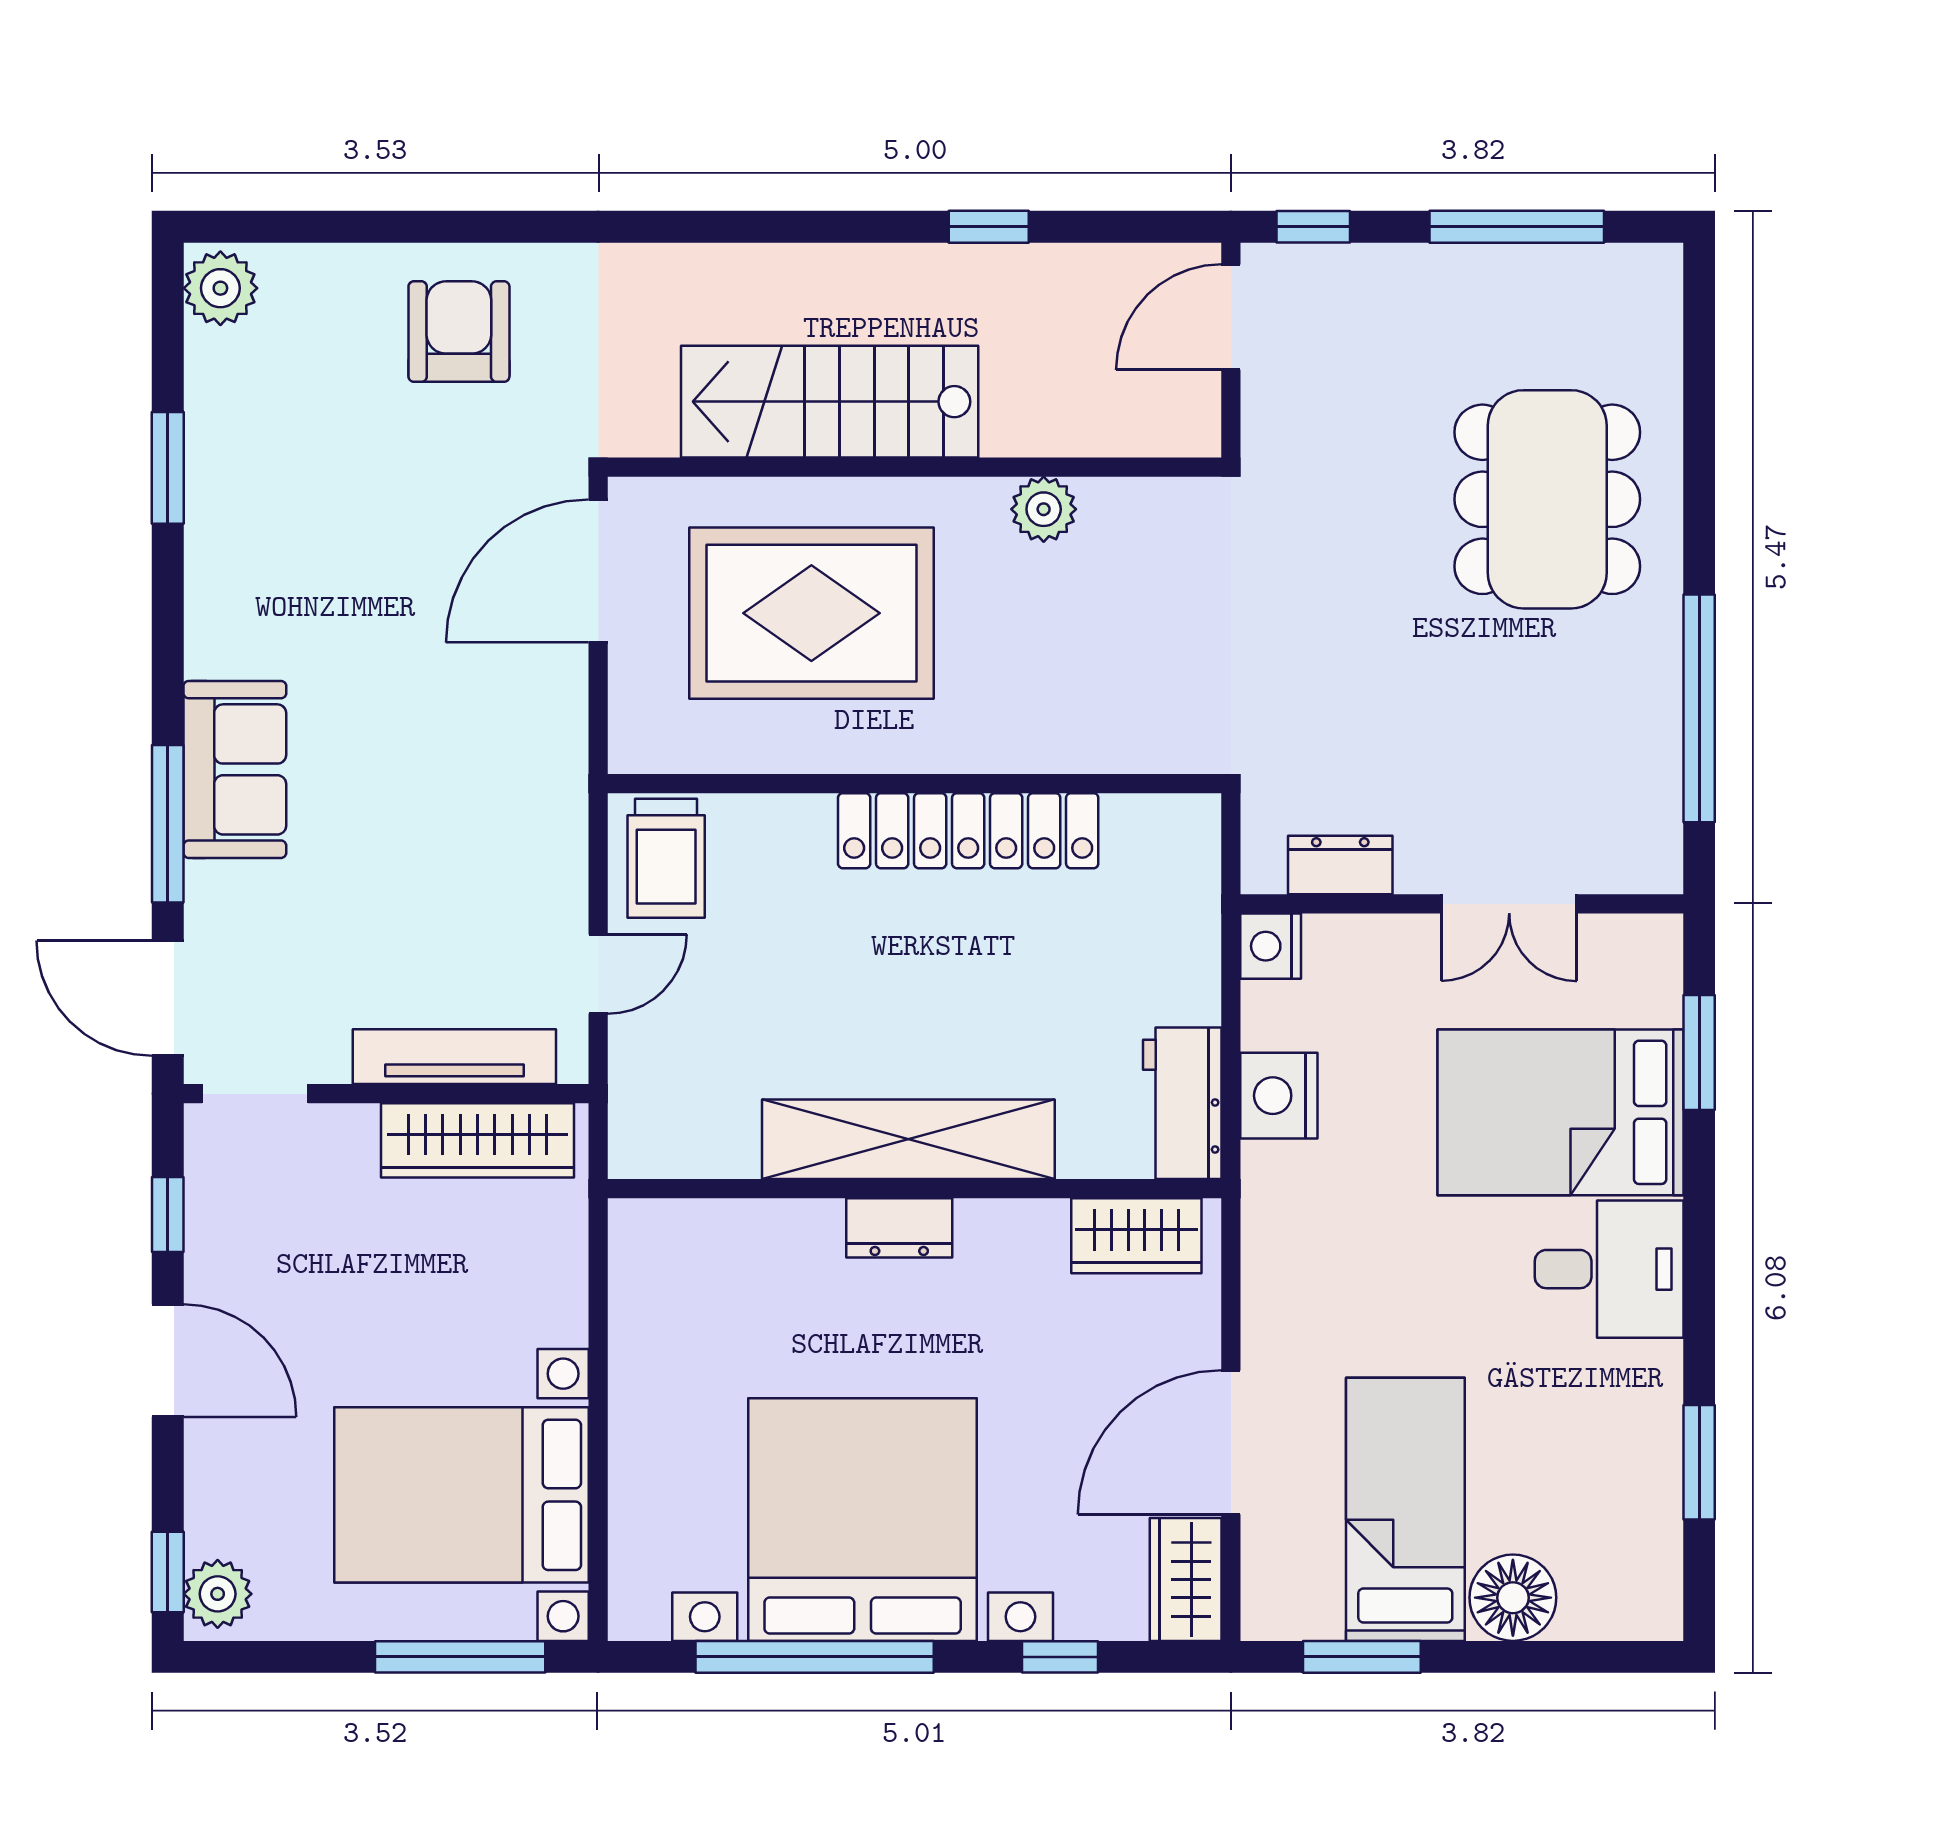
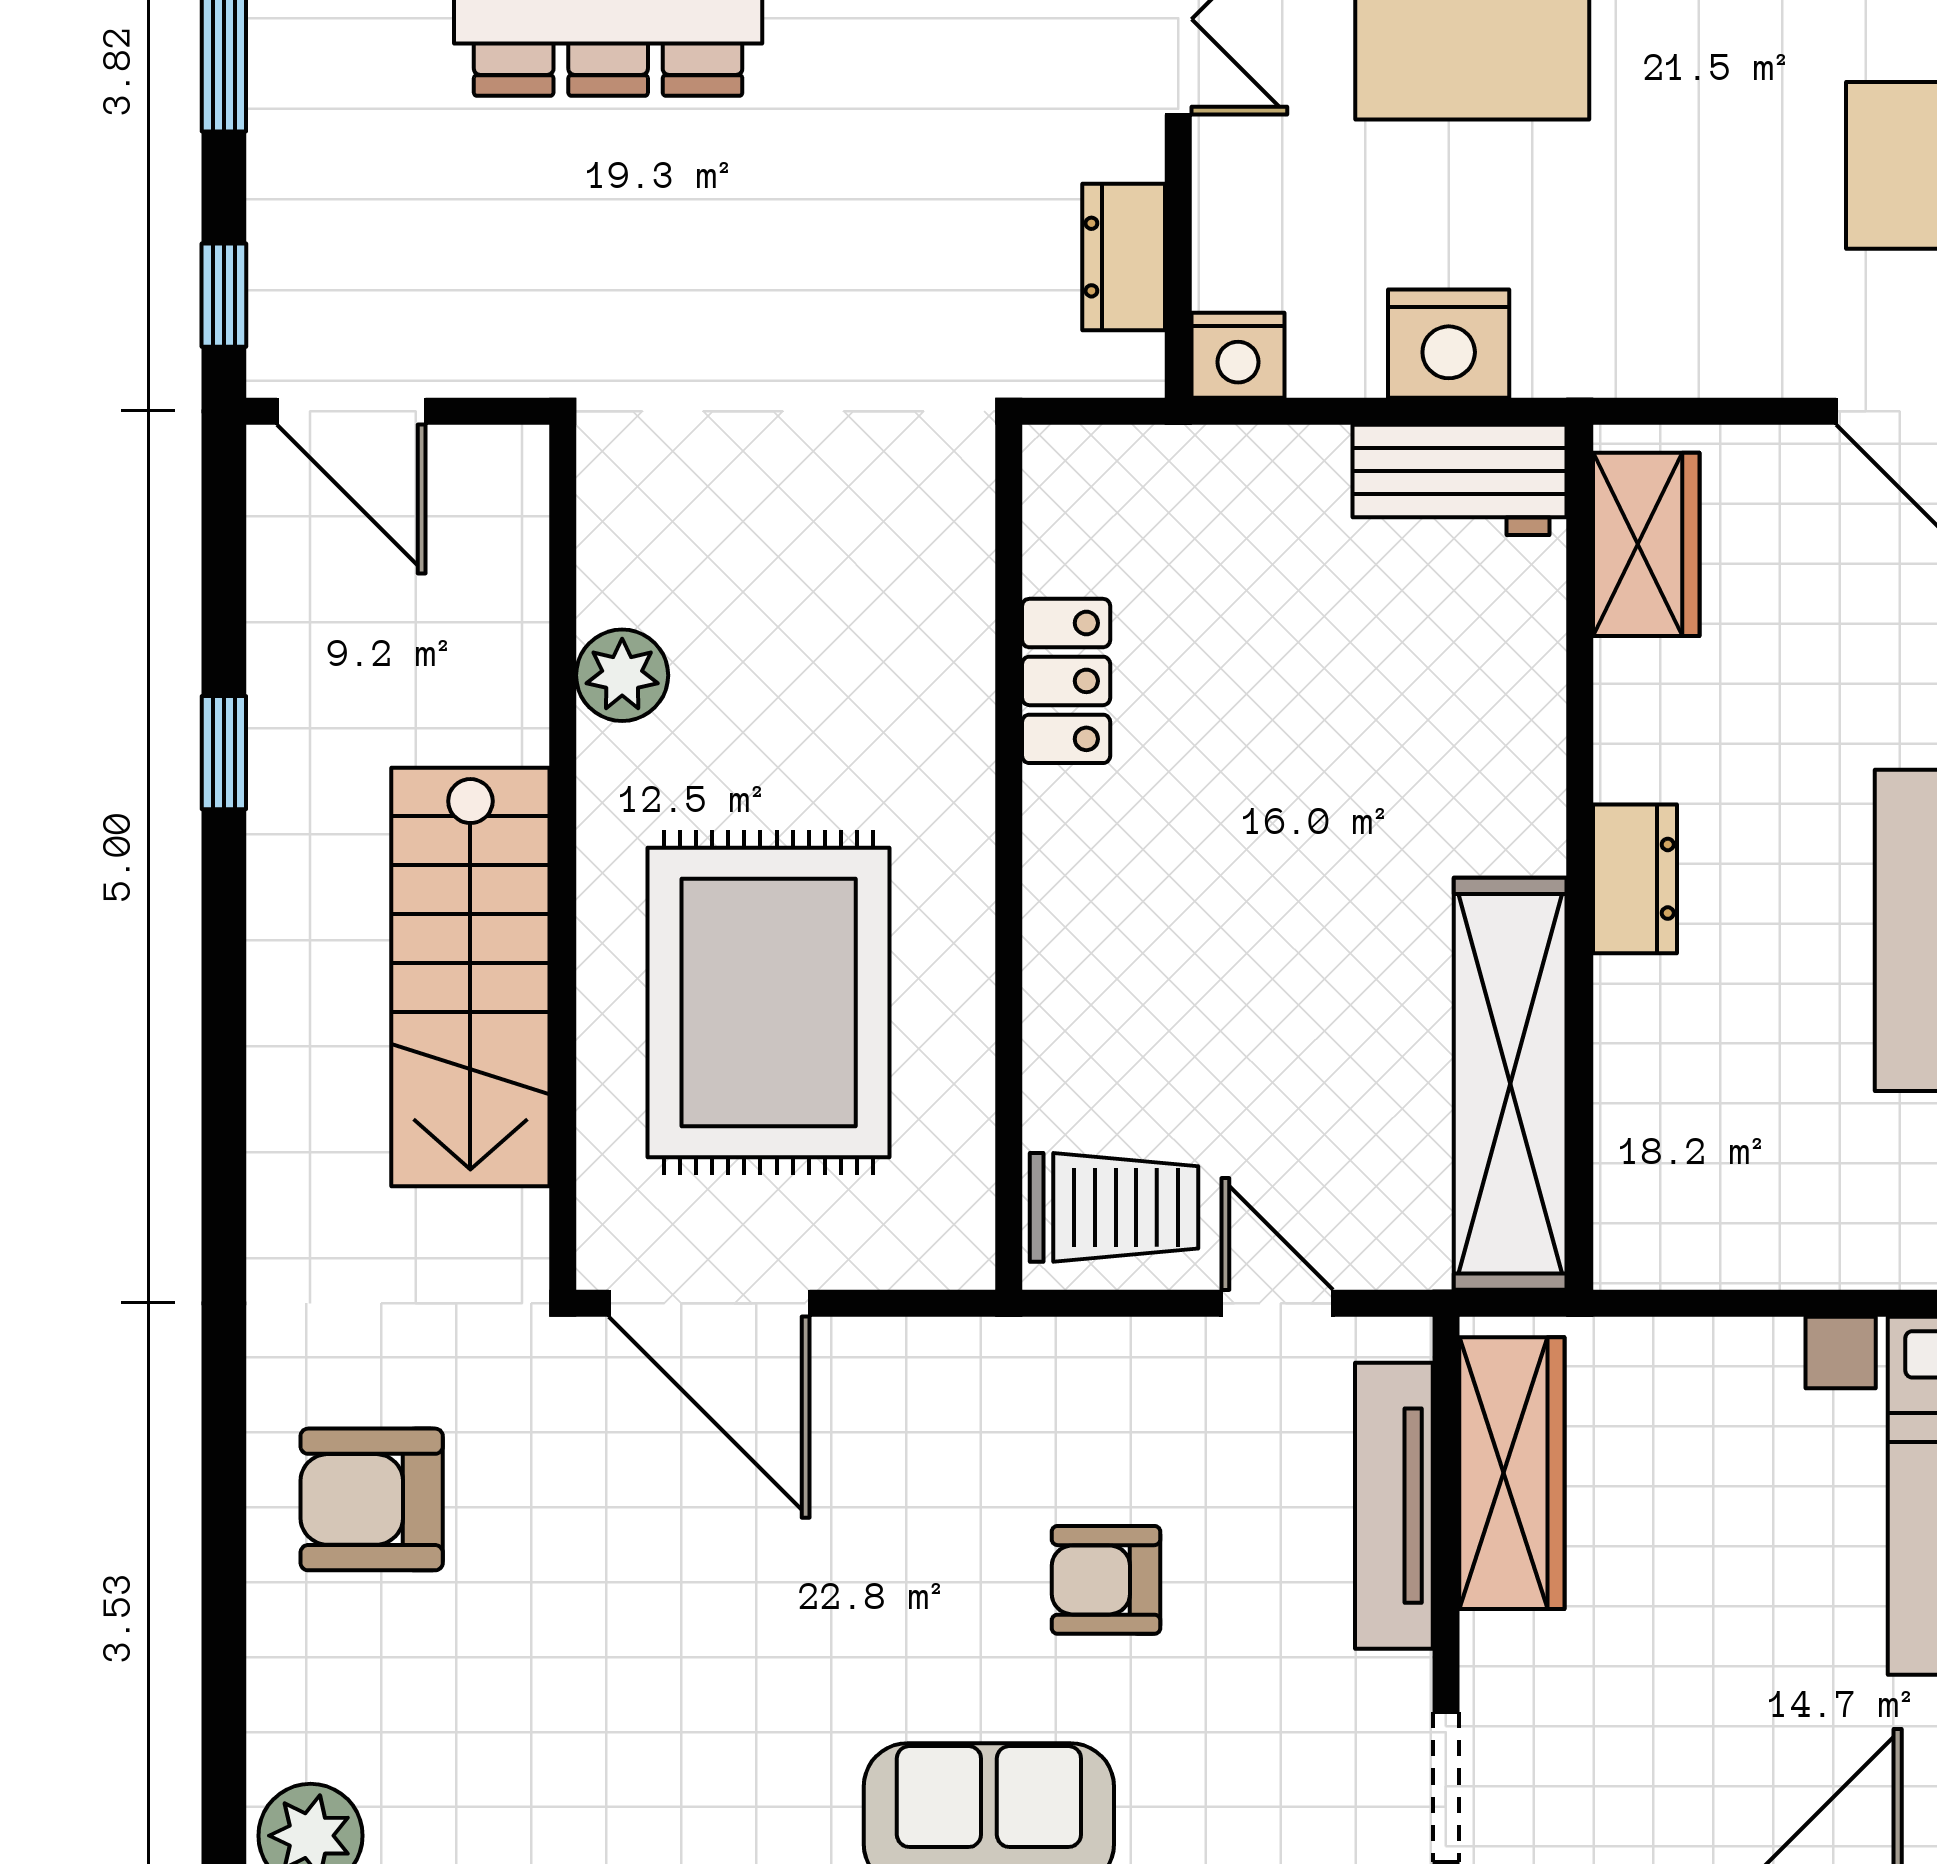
locker: (968, 831) -> (1066, 681), width x0.46, depth x0.83
armchair: (402, 853) -> (1106, 1580), added
shelving: (908, 1139) -> (1510, 1084), moved

